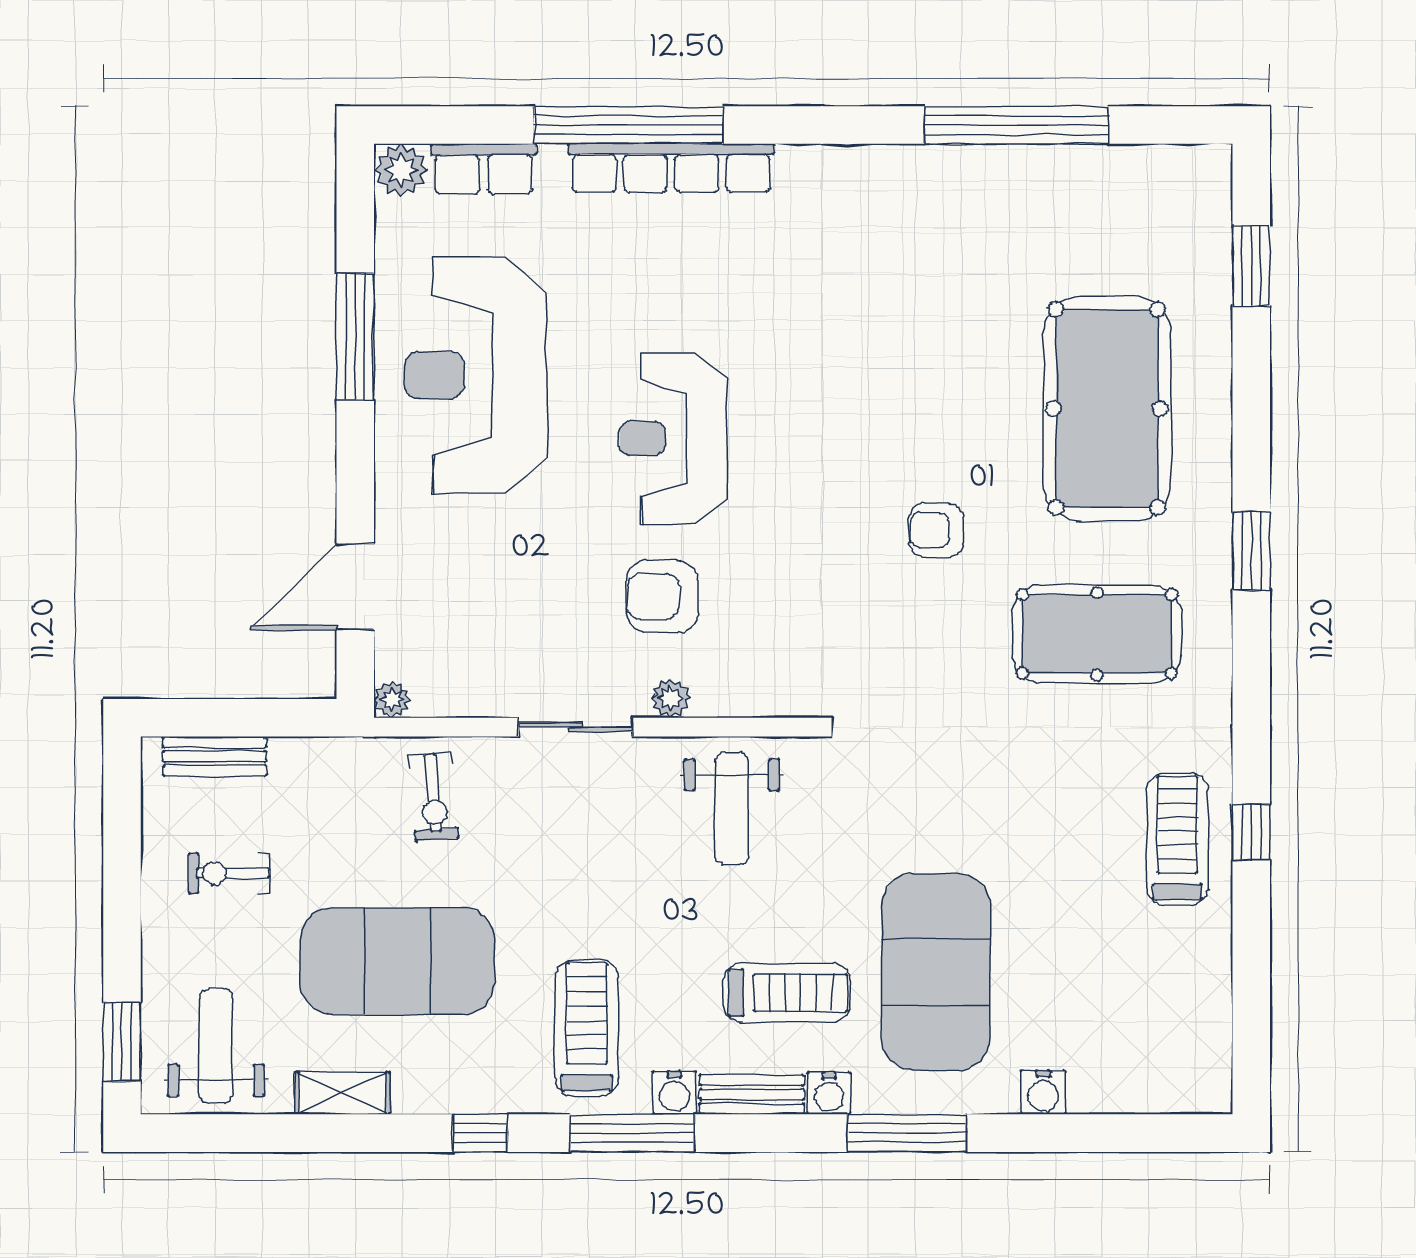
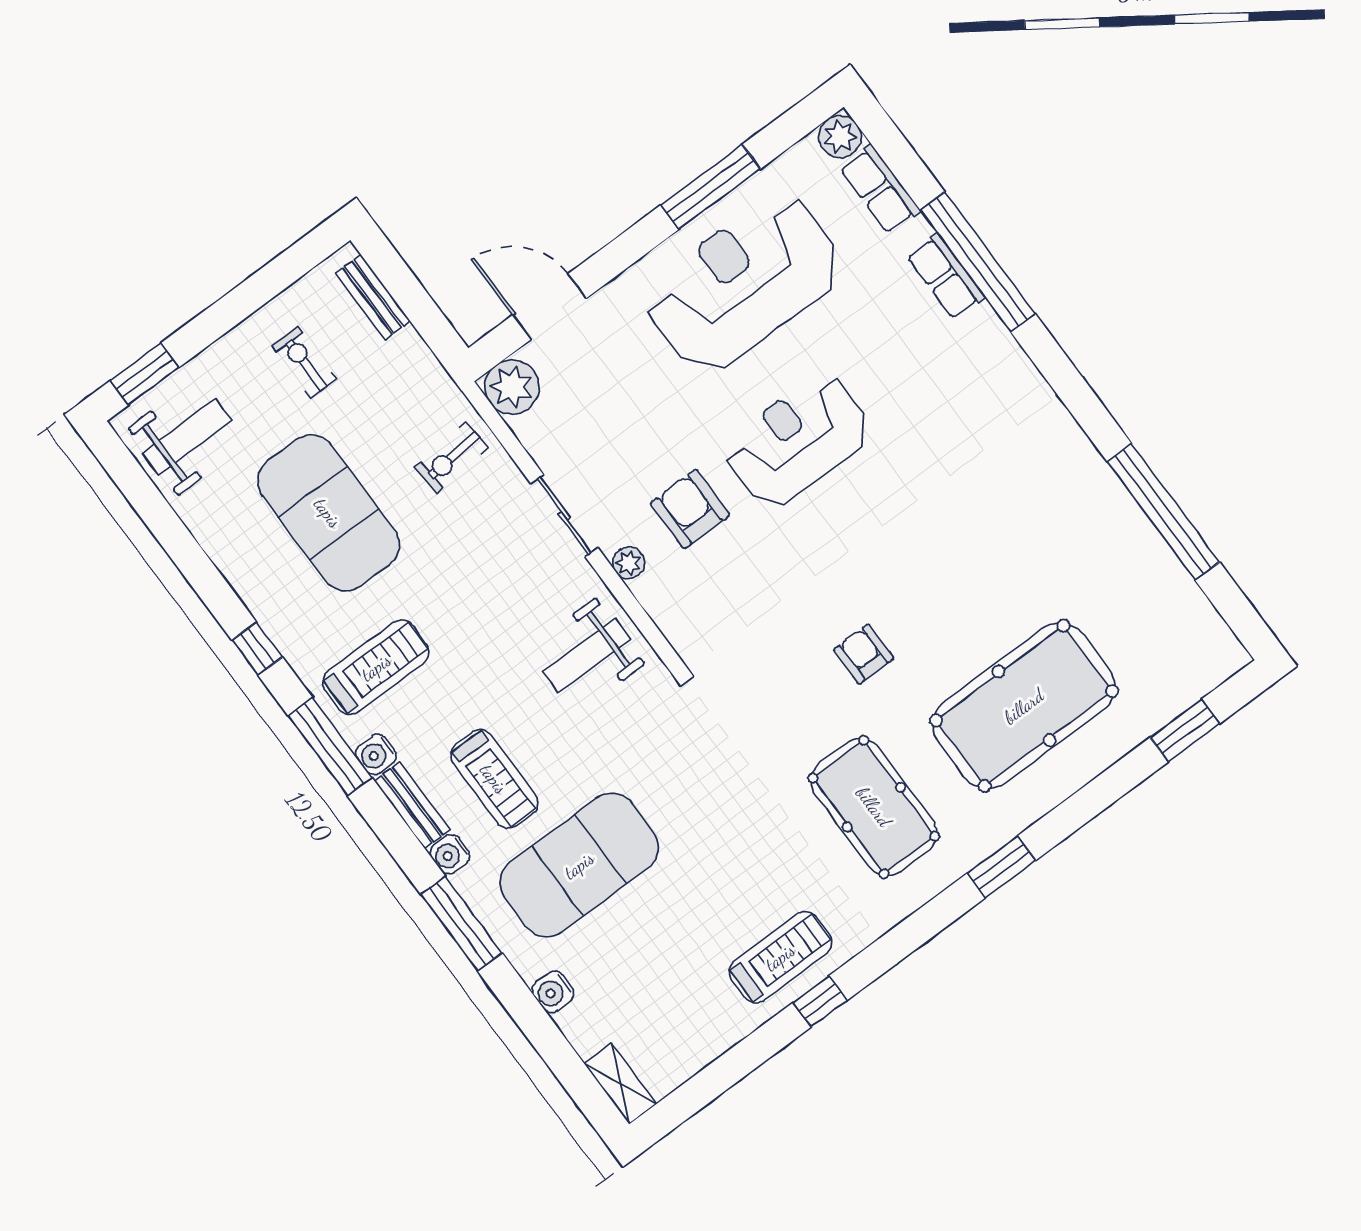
row of seats: (671, 168) -> (946, 276), width x0.50
plant: (392, 700) -> (512, 387), width x1.87, depth x1.87
shelving: (342, 1093) -> (620, 1084), moved

